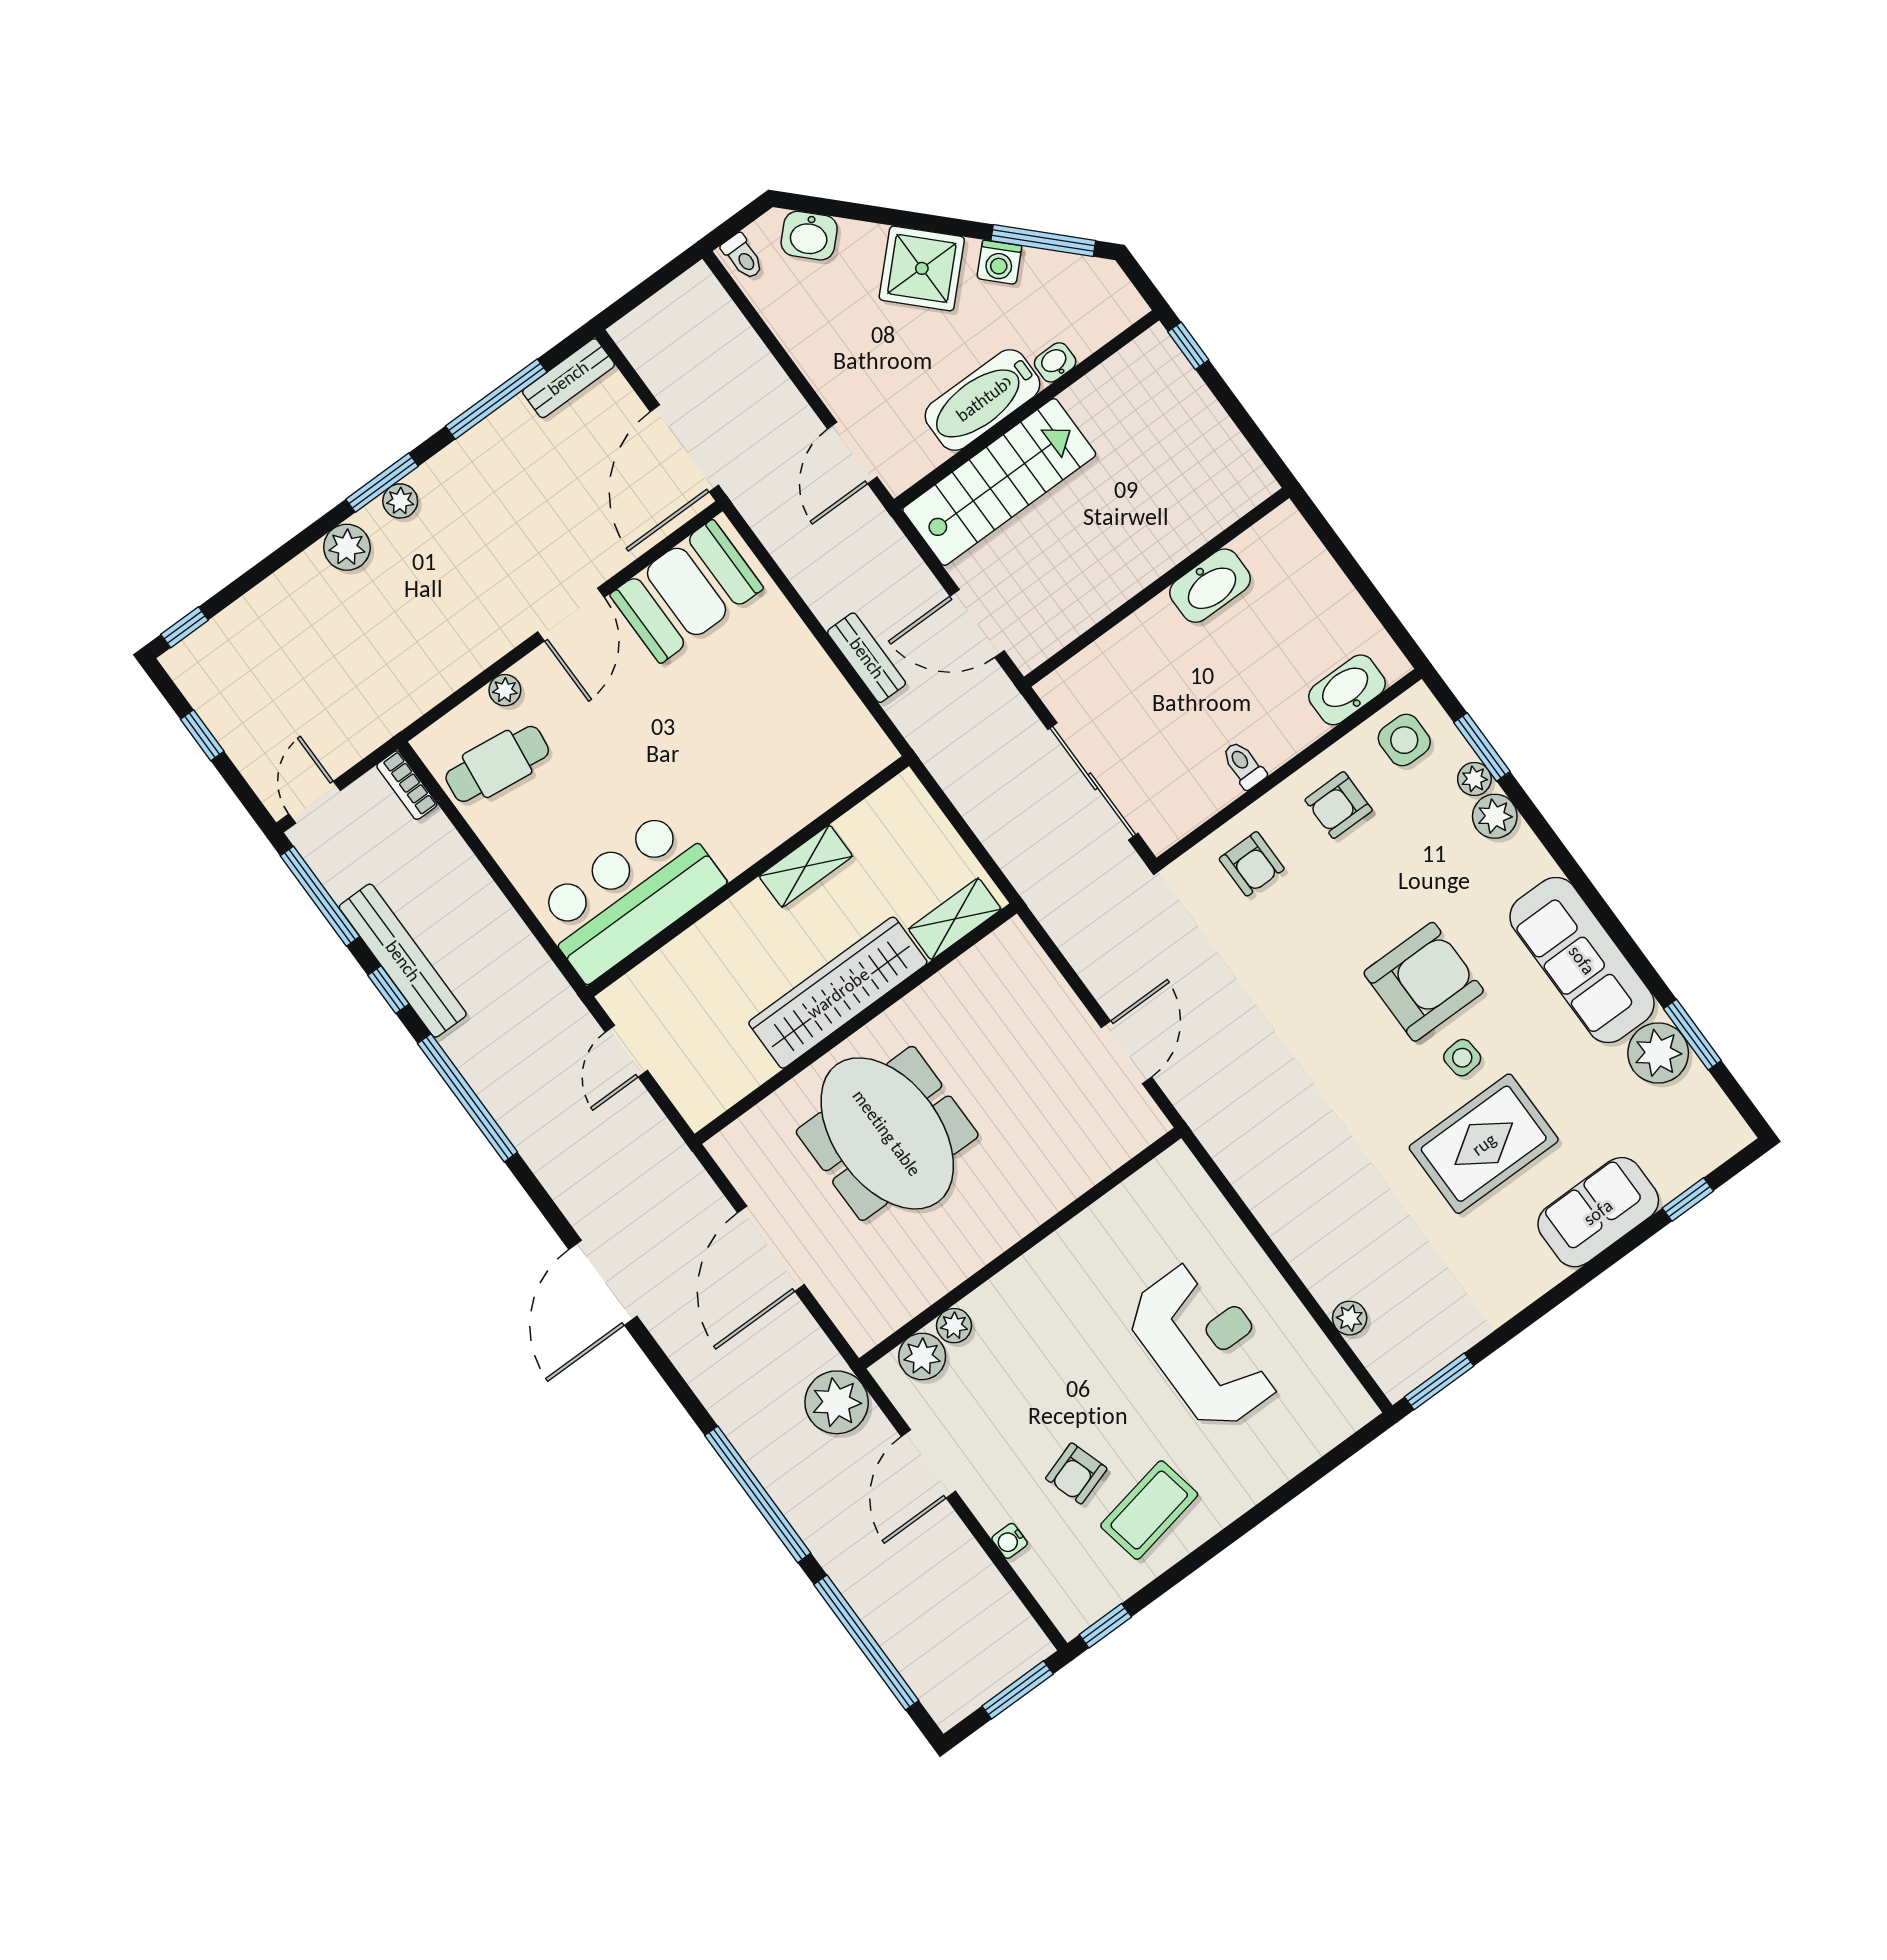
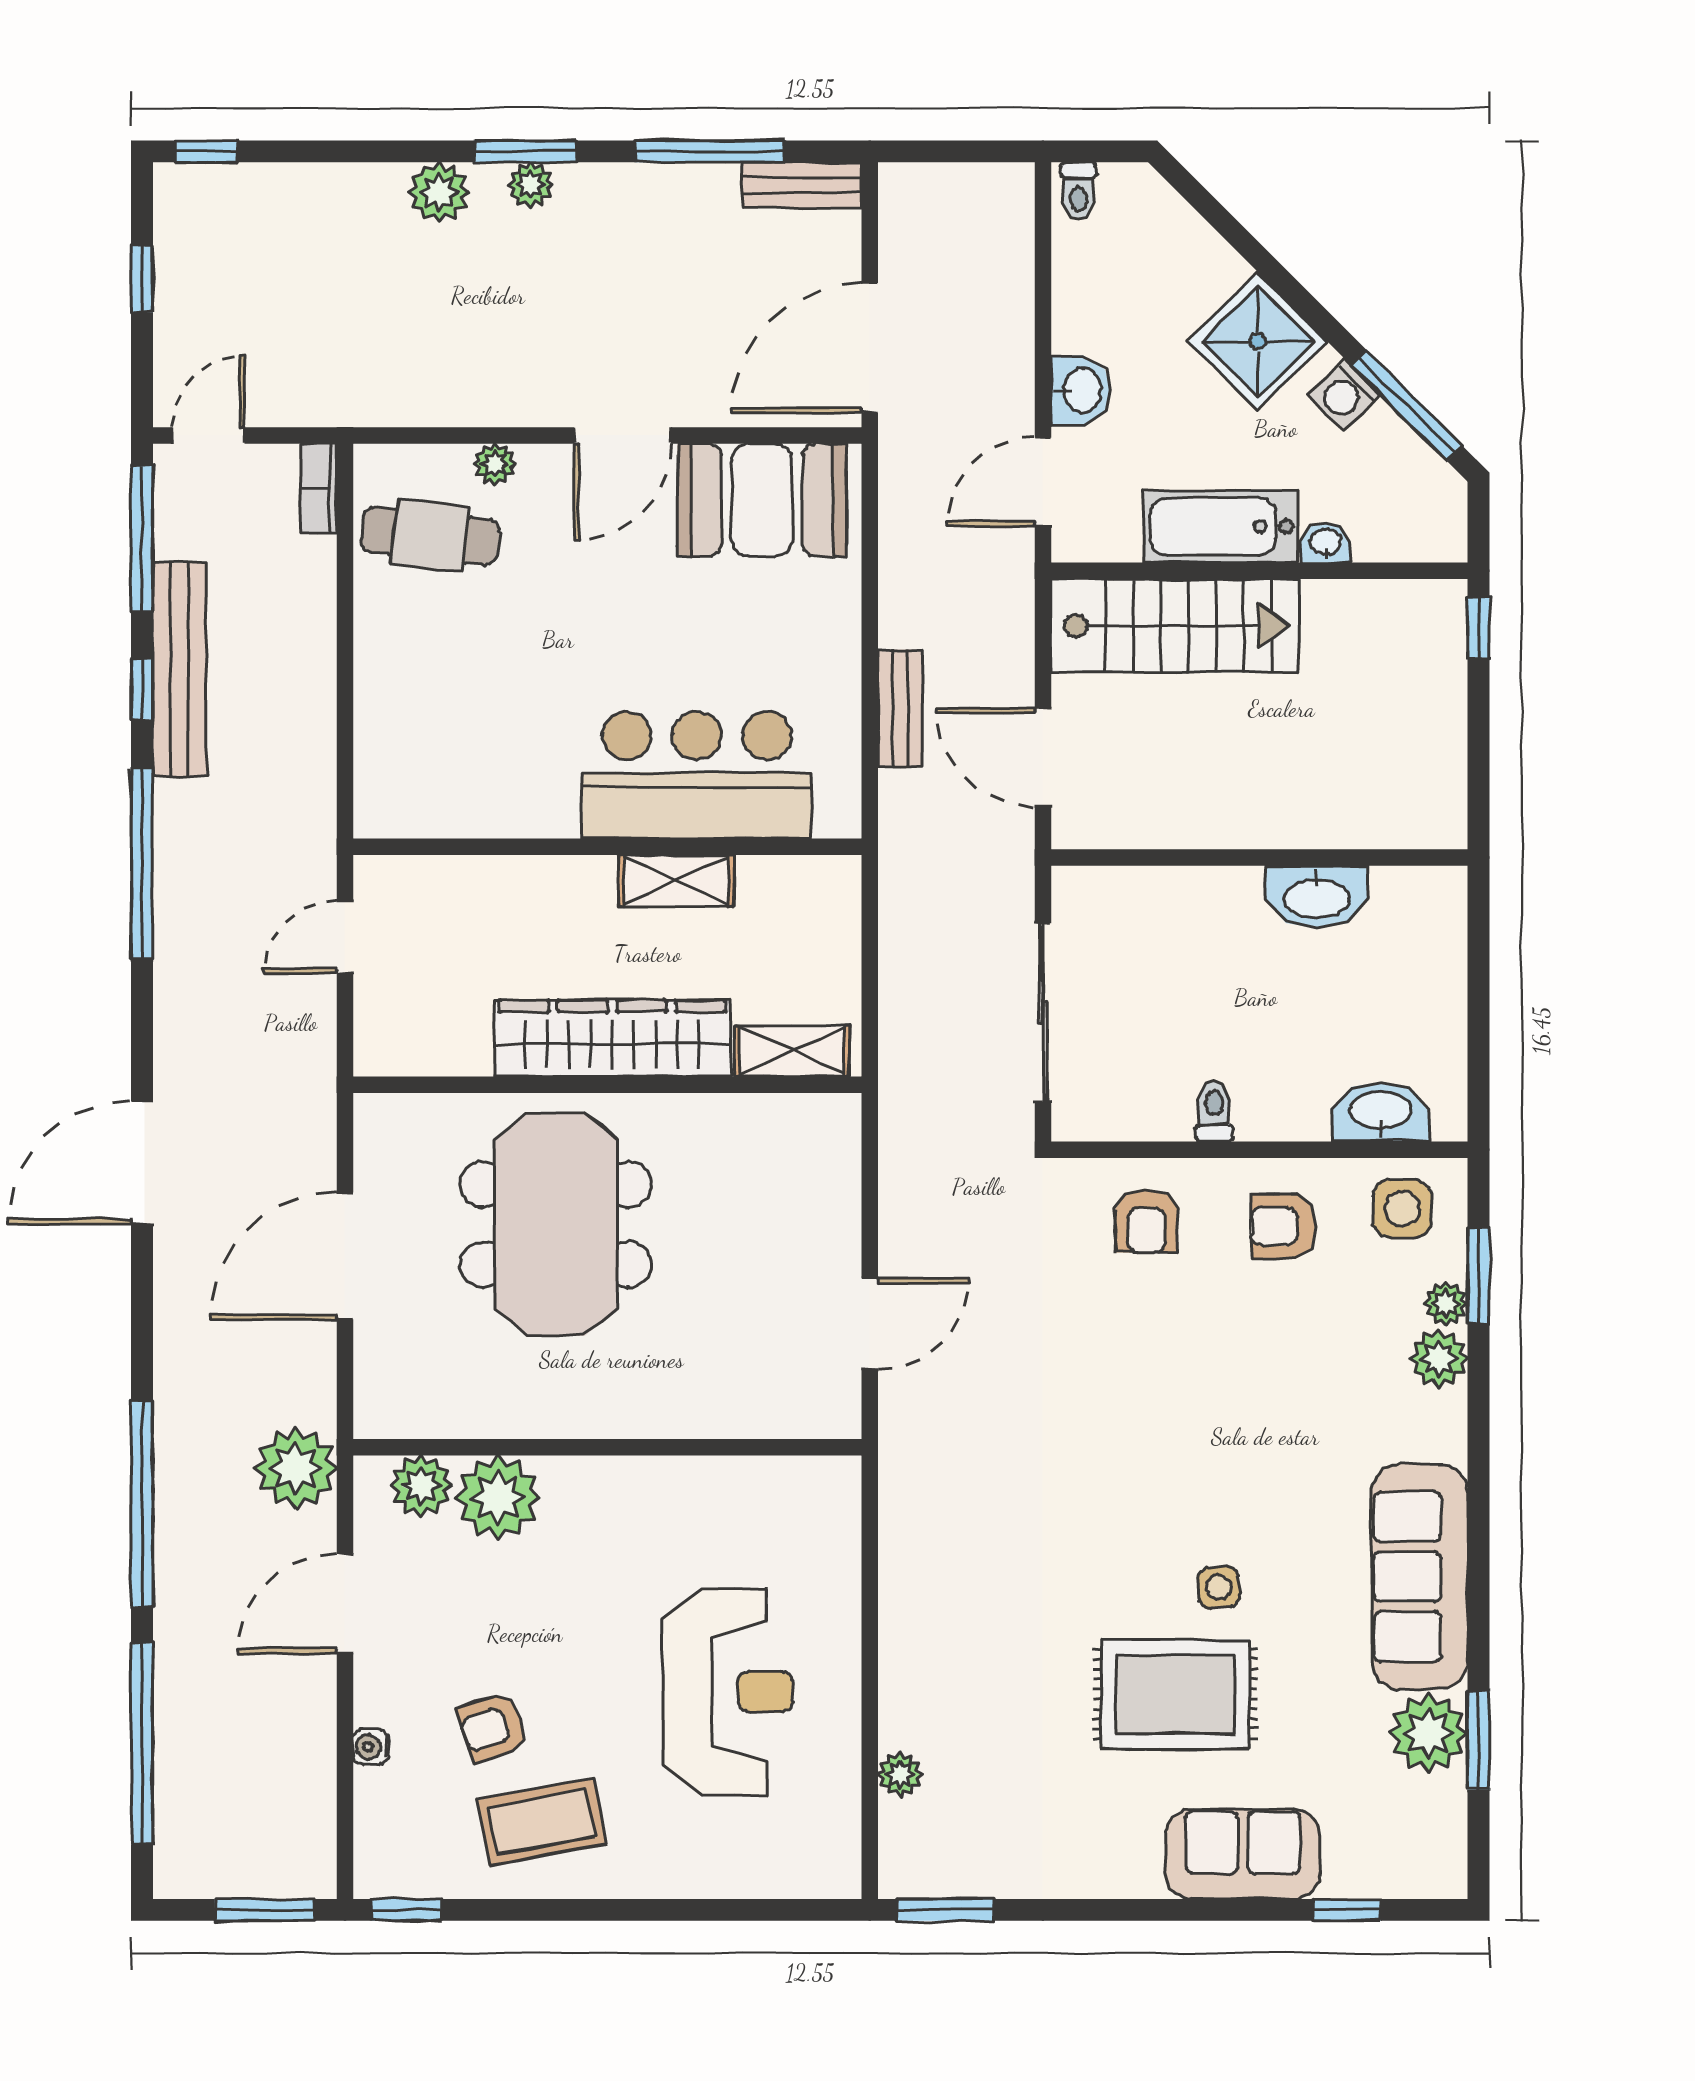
washbasin: (809, 236) -> (1080, 390), moved, turned -135
bar counter: (629, 895) -> (697, 775), moved
armchair: (1424, 982) -> (1237, 1478), removed
plant: (954, 1326) -> (498, 1498), width x1.88, depth x1.88

